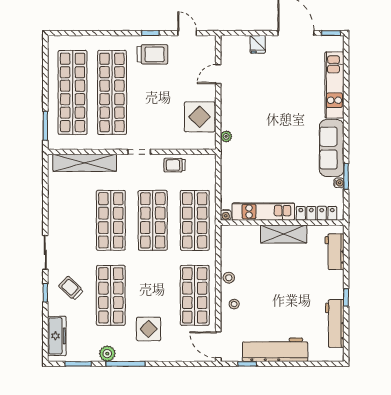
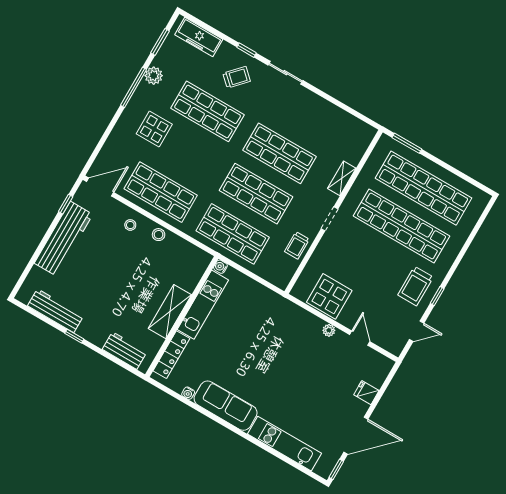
plant: (226, 136) -> (329, 330), moved
shelving: (85, 163) -> (342, 178), width x0.45, depth x0.75
trolley: (174, 165) -> (297, 245), turned 180
window: (346, 176) -> (190, 404), removed

